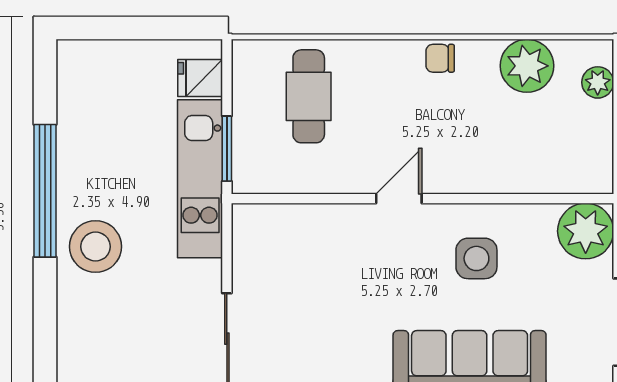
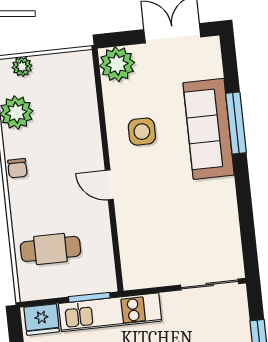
fridge: (200, 78) -> (42, 320), width x1.38

